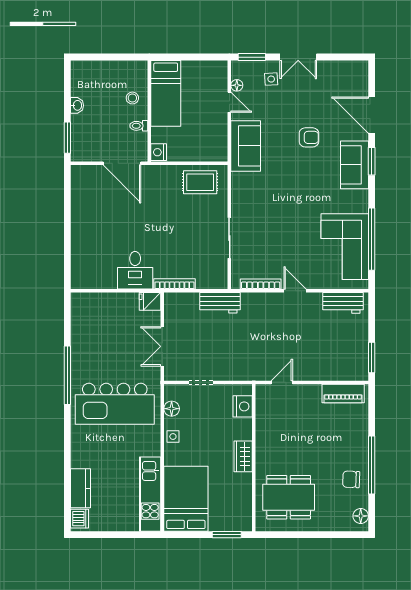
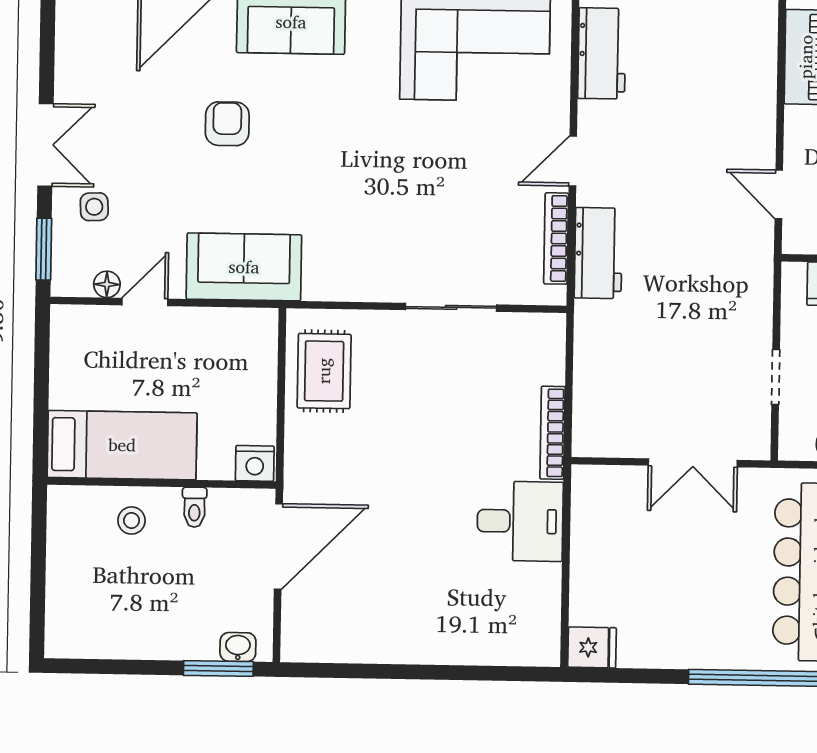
washbasin: (77, 105) -> (238, 647), moved
fridge: (150, 301) -> (592, 647), moved, turned -90
workbench: (220, 303) -> (598, 253), moved

